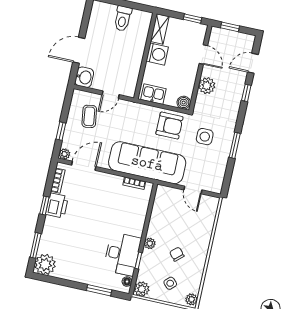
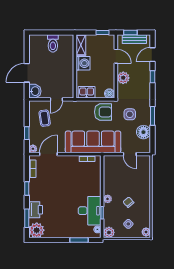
bench: (233, 37) -> (134, 39), added
floor lamp: (218, 165) -> (143, 132), added
printer: (57, 206) -> (36, 210), moved

